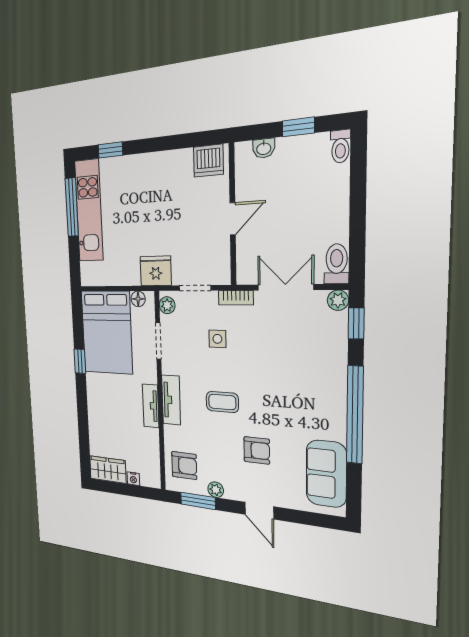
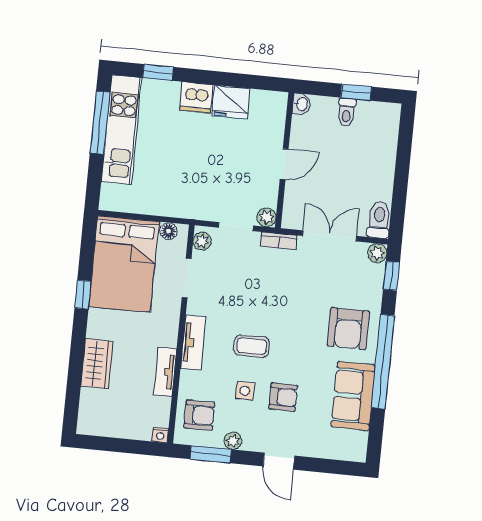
toilet: (340, 146) -> (347, 112), moved
washbasin: (264, 148) -> (301, 104), moved, turned -90
dishwasher: (208, 161) -> (196, 98), moved
fridge: (156, 271) -> (231, 102), moved, turned 180
plant: (222, 275) -> (267, 217), added
side table: (217, 339) -> (245, 391), moved
armchair: (315, 382) -> (348, 329), added
tv unit: (151, 406) -> (165, 372), moved
wardrobe: (108, 470) -> (97, 364), moved, turned 90
sofa: (326, 474) -> (353, 396), moved
nightstand: (133, 479) -> (160, 435), moved

